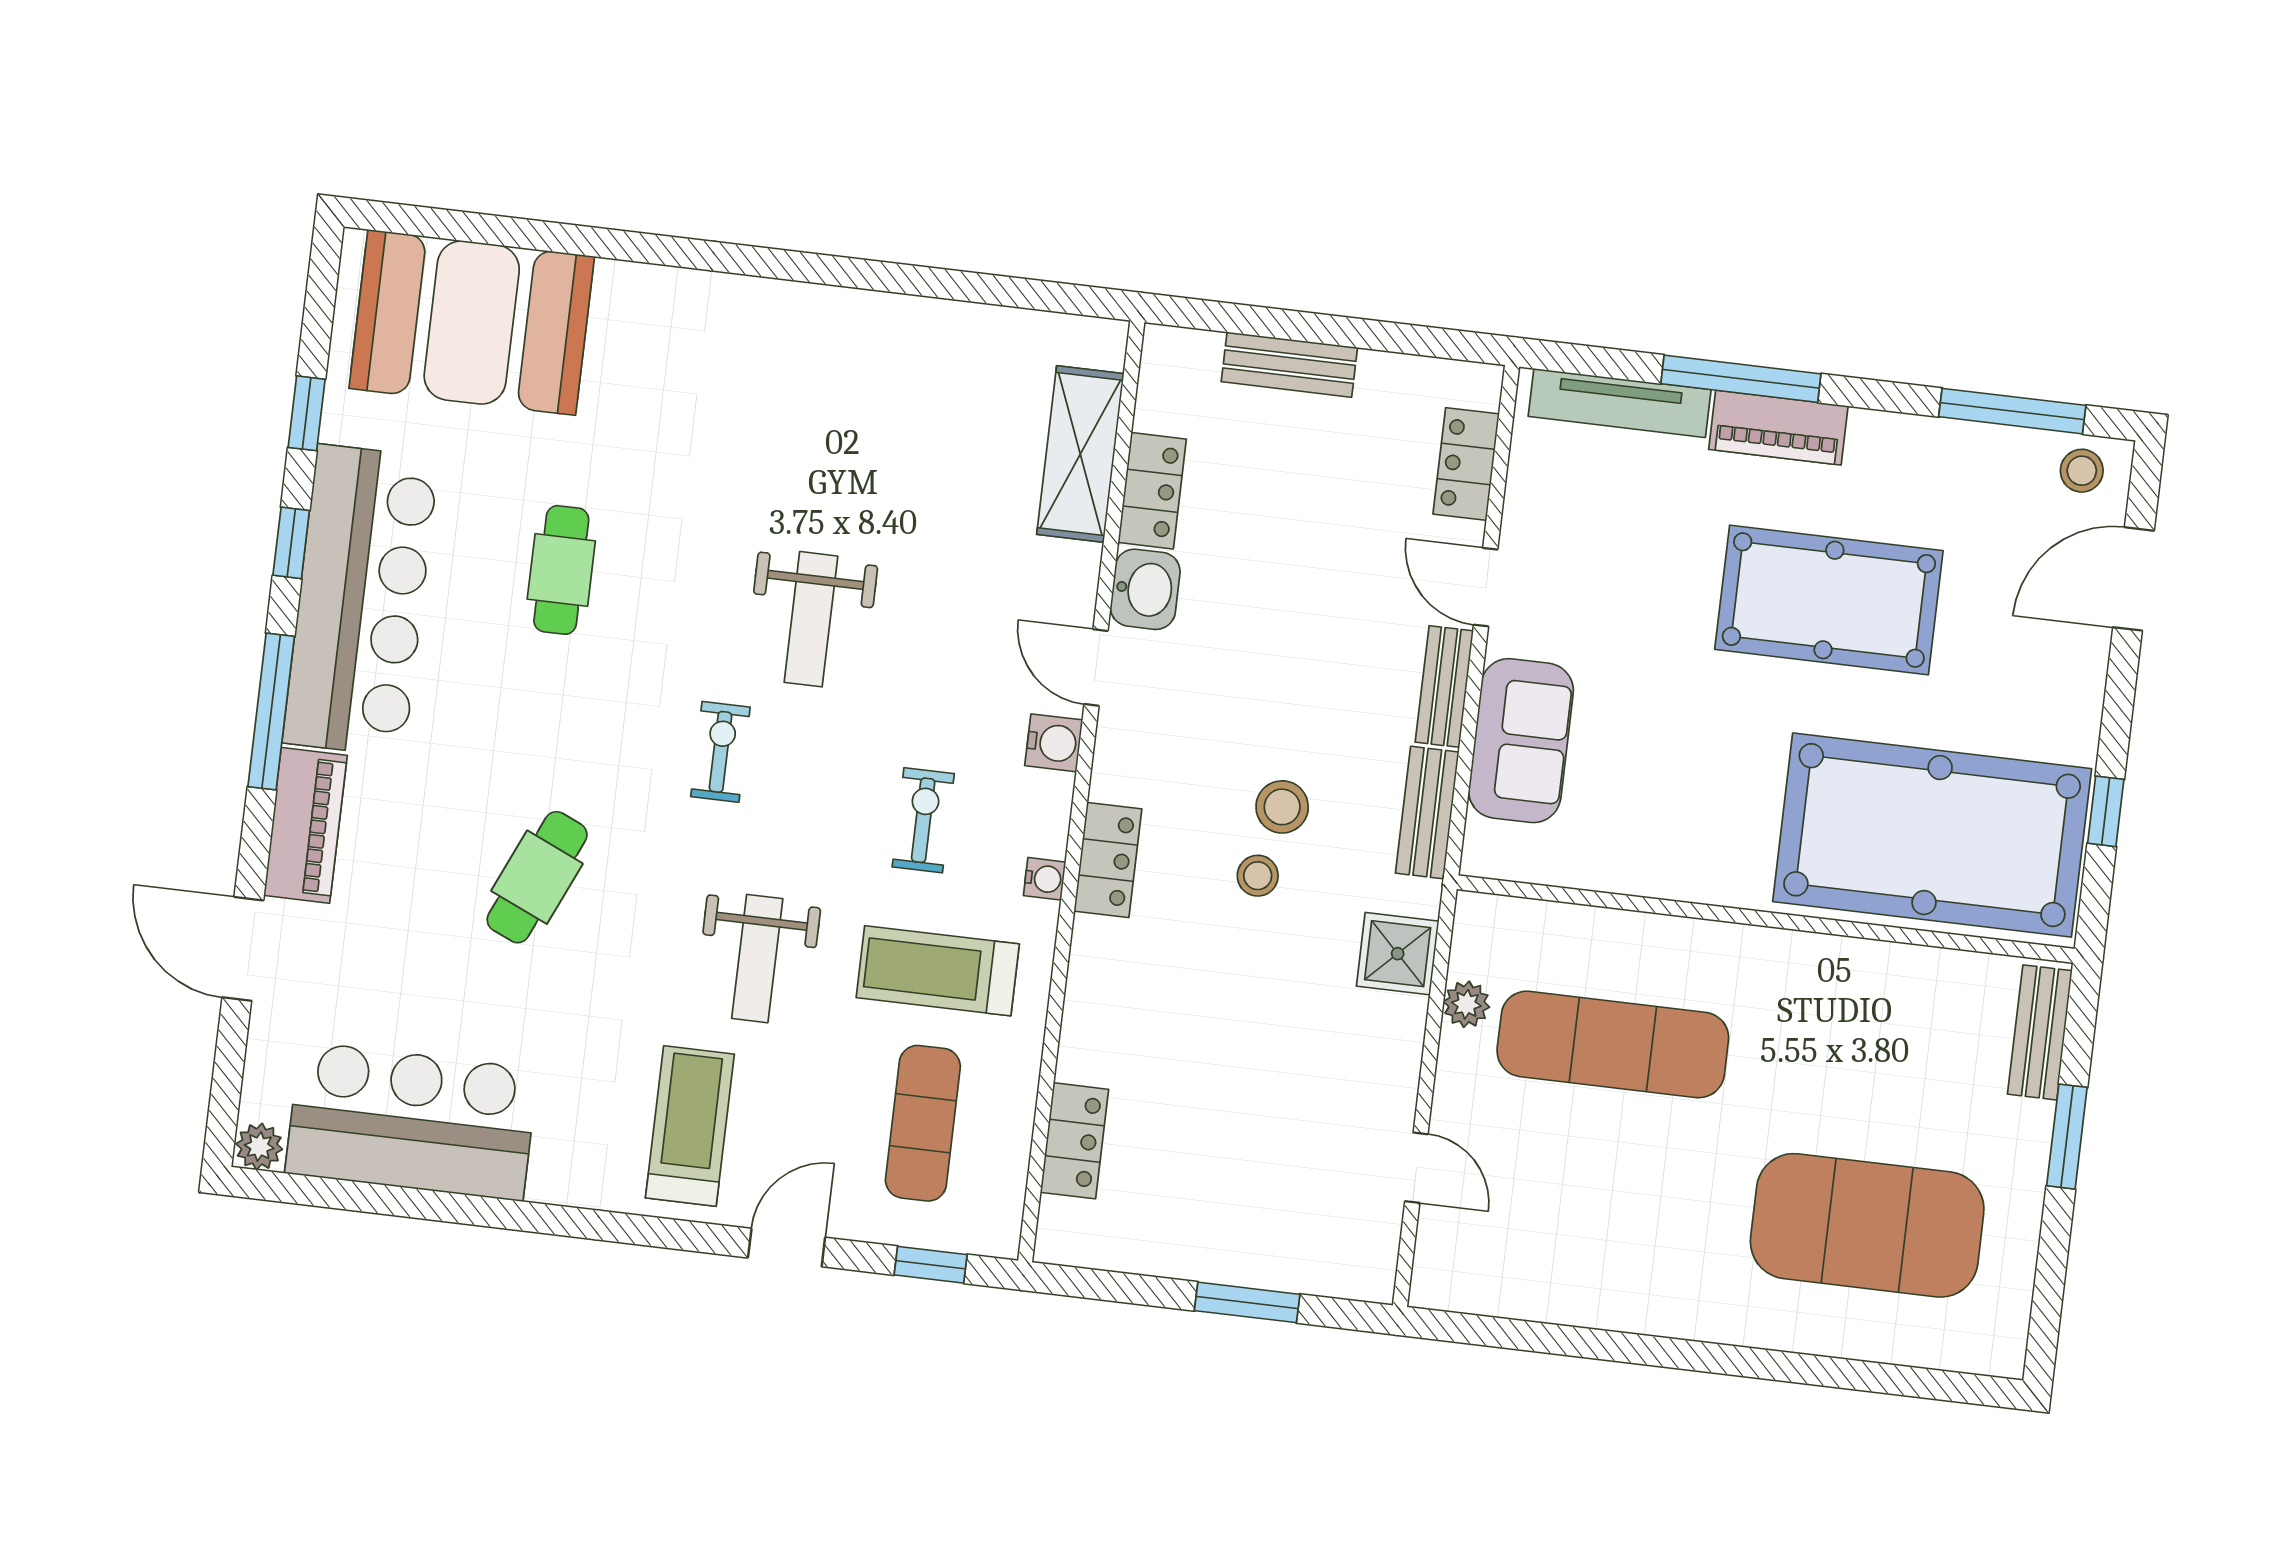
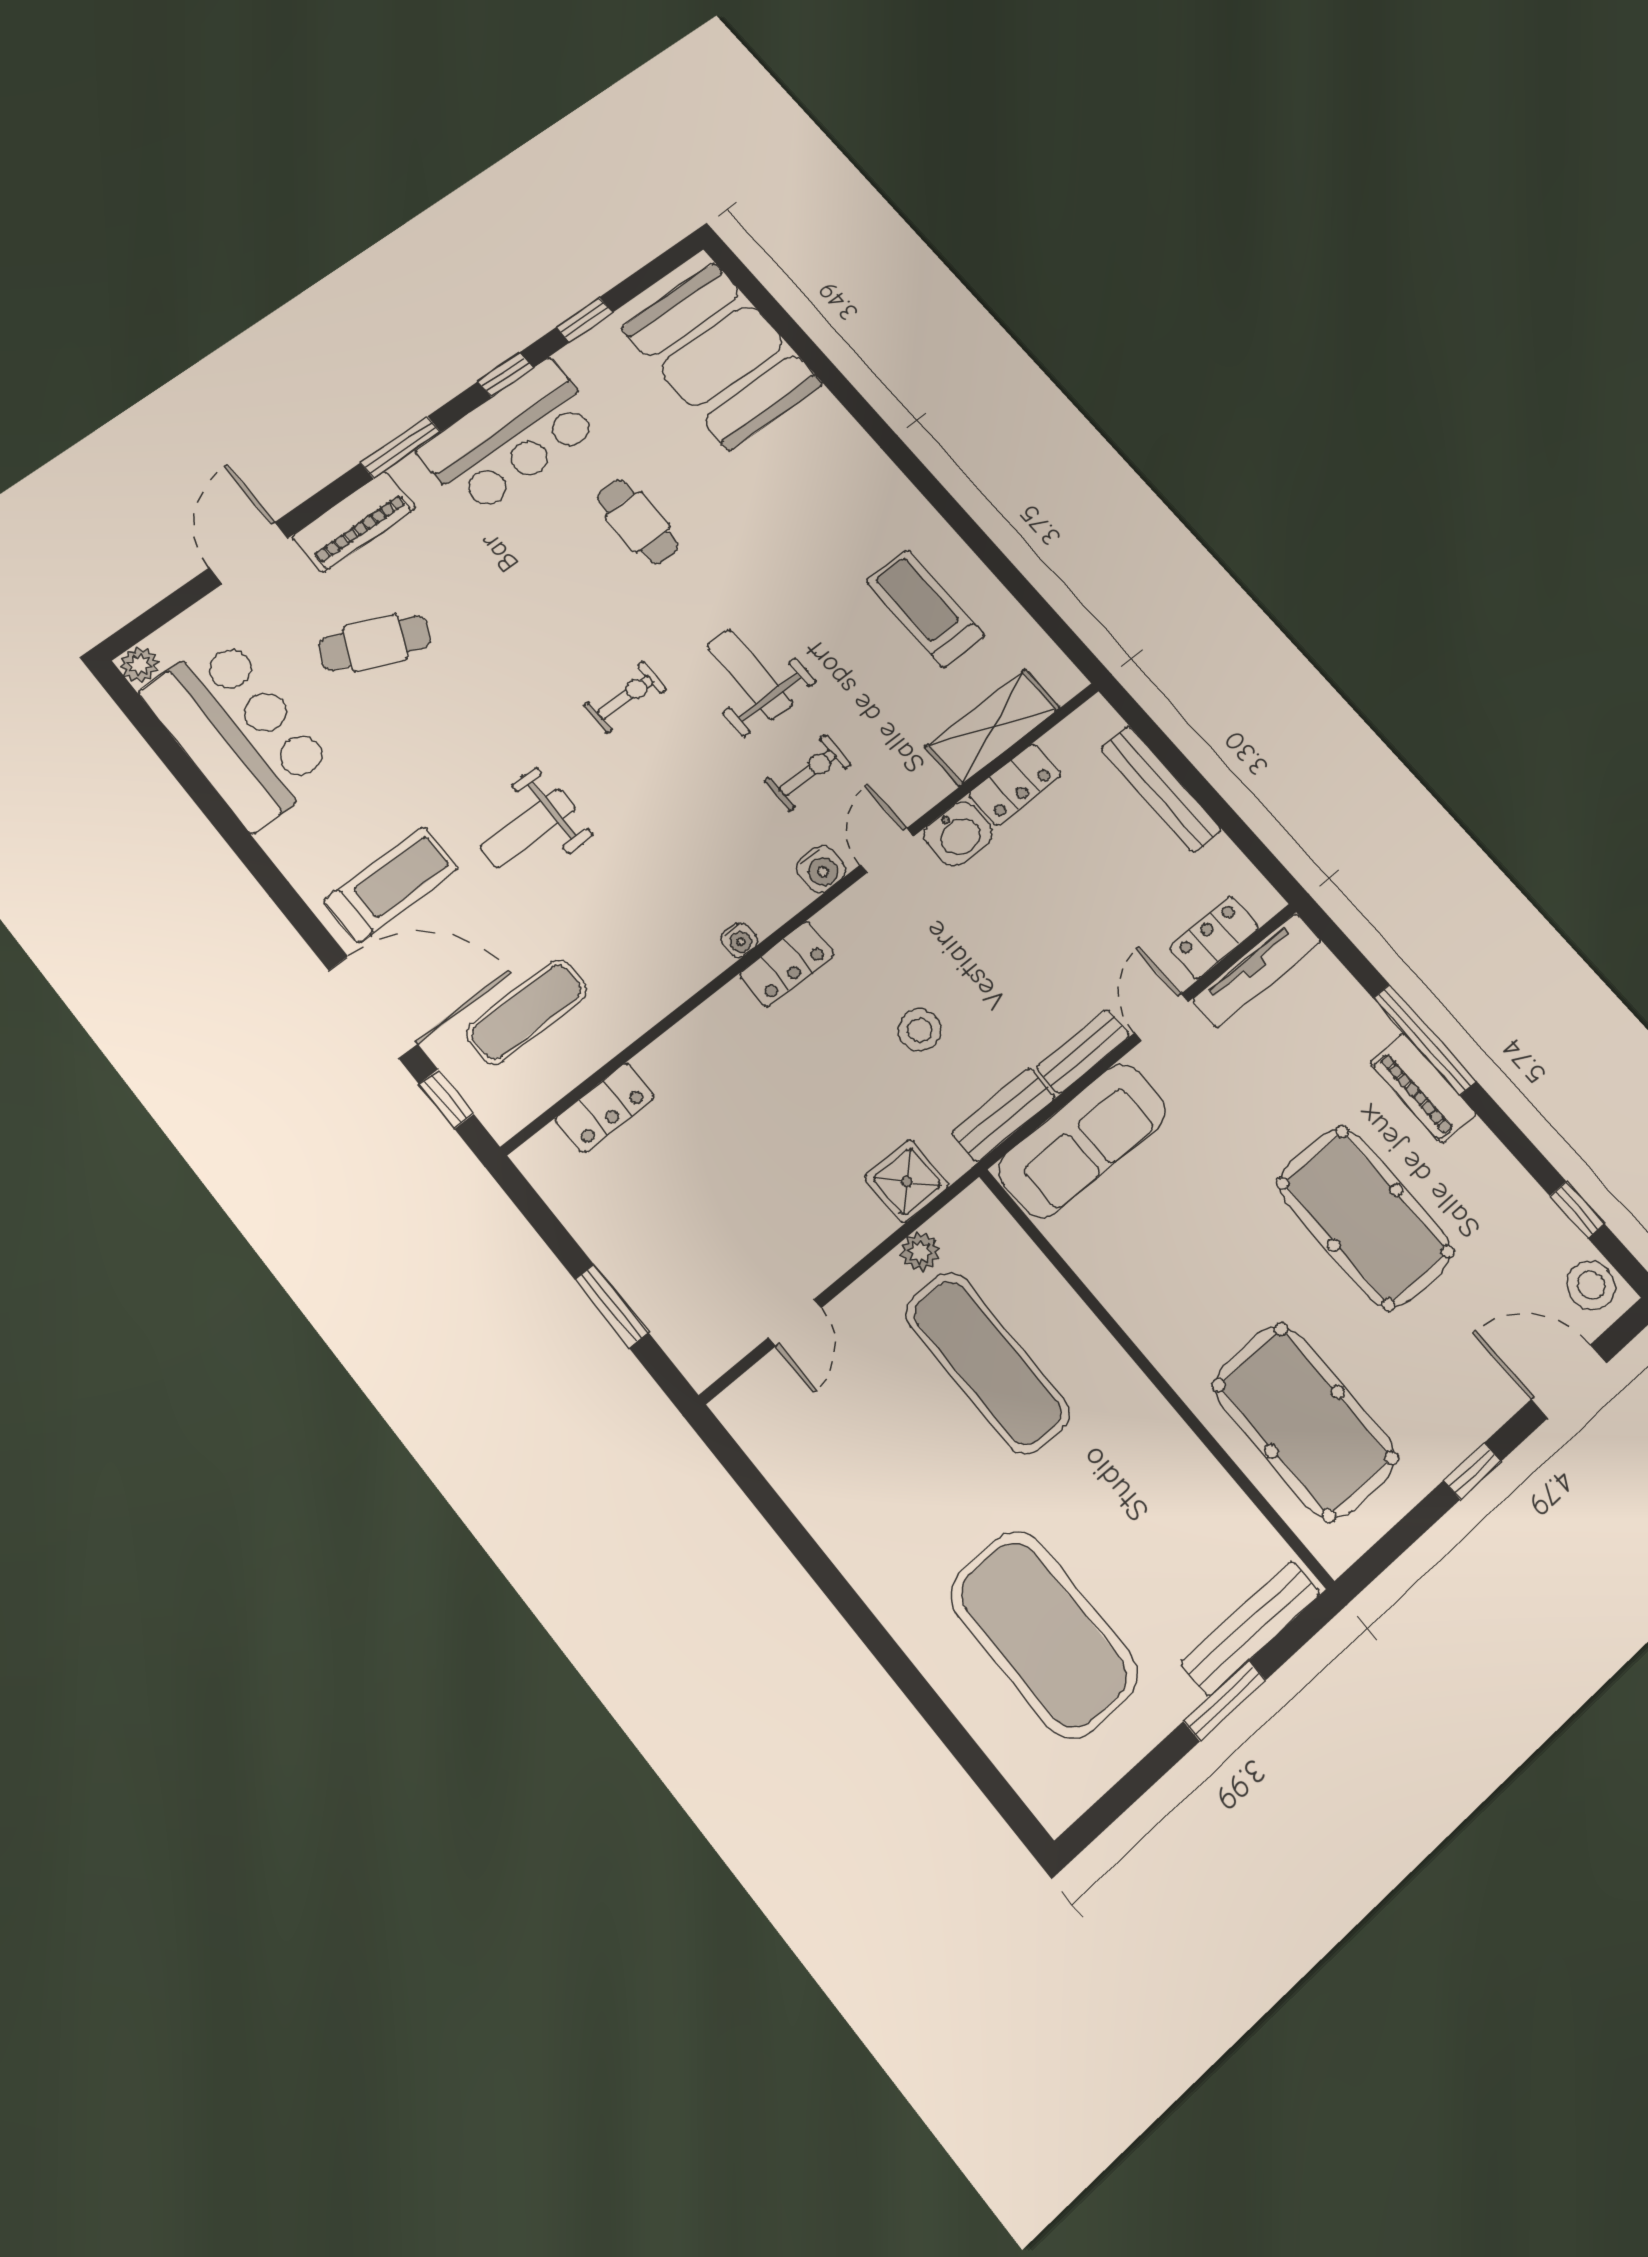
bench: (1289, 365) -> (1161, 789), width x1.36
tv unit: (1620, 403) -> (1257, 970), moved, turned -90
window: (2012, 411) -> (1577, 1210), width x0.46
stool: (2082, 471) -> (1591, 1285), width x1.37, depth x1.37
cafe table: (561, 570) -> (638, 522), turned 90
bar counter: (361, 600) -> (511, 437), width x0.73
weight bench: (811, 619) -> (750, 674), turned 90
window: (271, 711) -> (401, 447), width x0.69
sofa: (1521, 741) -> (1082, 1141), width x1.36
window: (2106, 811) -> (1472, 1471), moved
exercise bike: (923, 820) -> (808, 773), moved
pool table: (1932, 835) -> (1305, 1422), width x0.73, depth x0.76
stool: (1258, 876) -> (867, 1056), removed
cafe table: (537, 877) -> (375, 643), moved
treadmill: (938, 971) -> (925, 608), moved
bench: (2040, 1032) -> (1251, 1628), width x1.36
door: (787, 1248) -> (373, 1007), width x1.87

